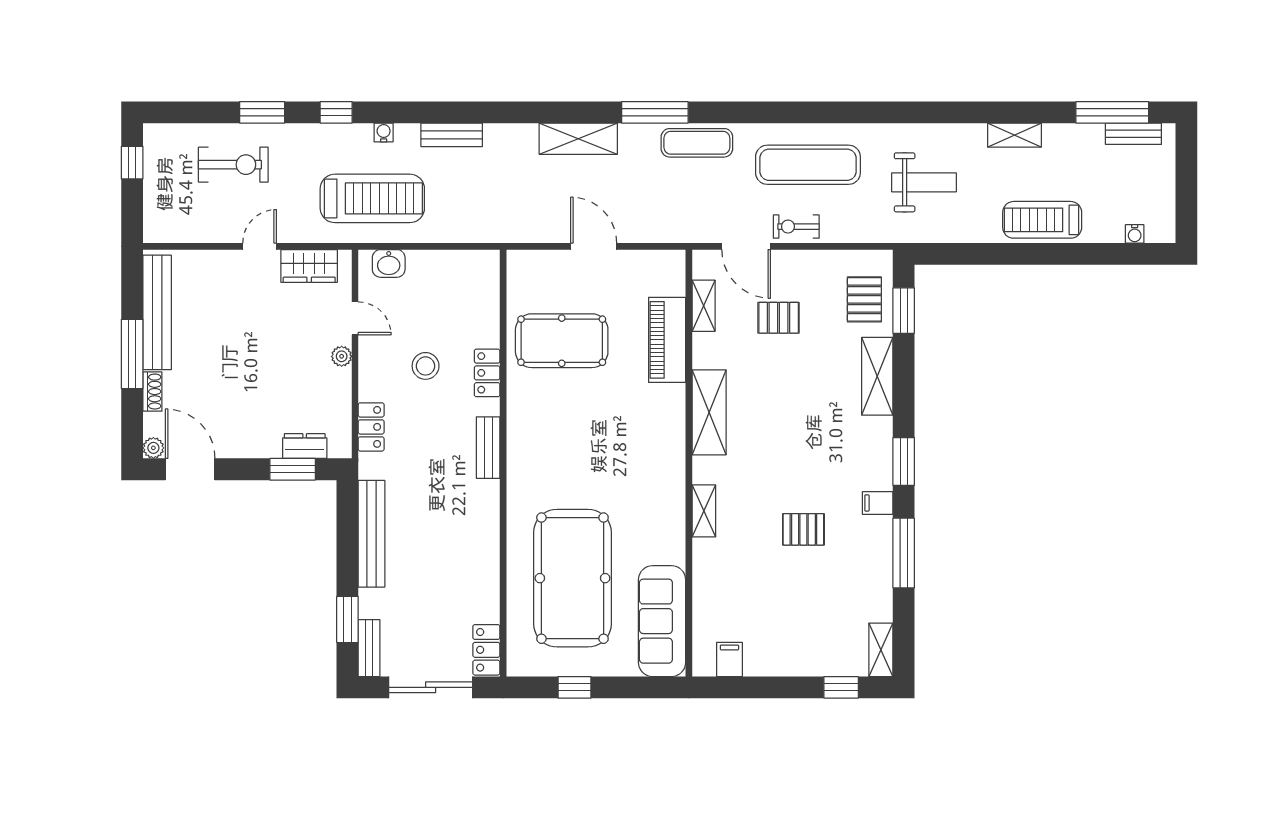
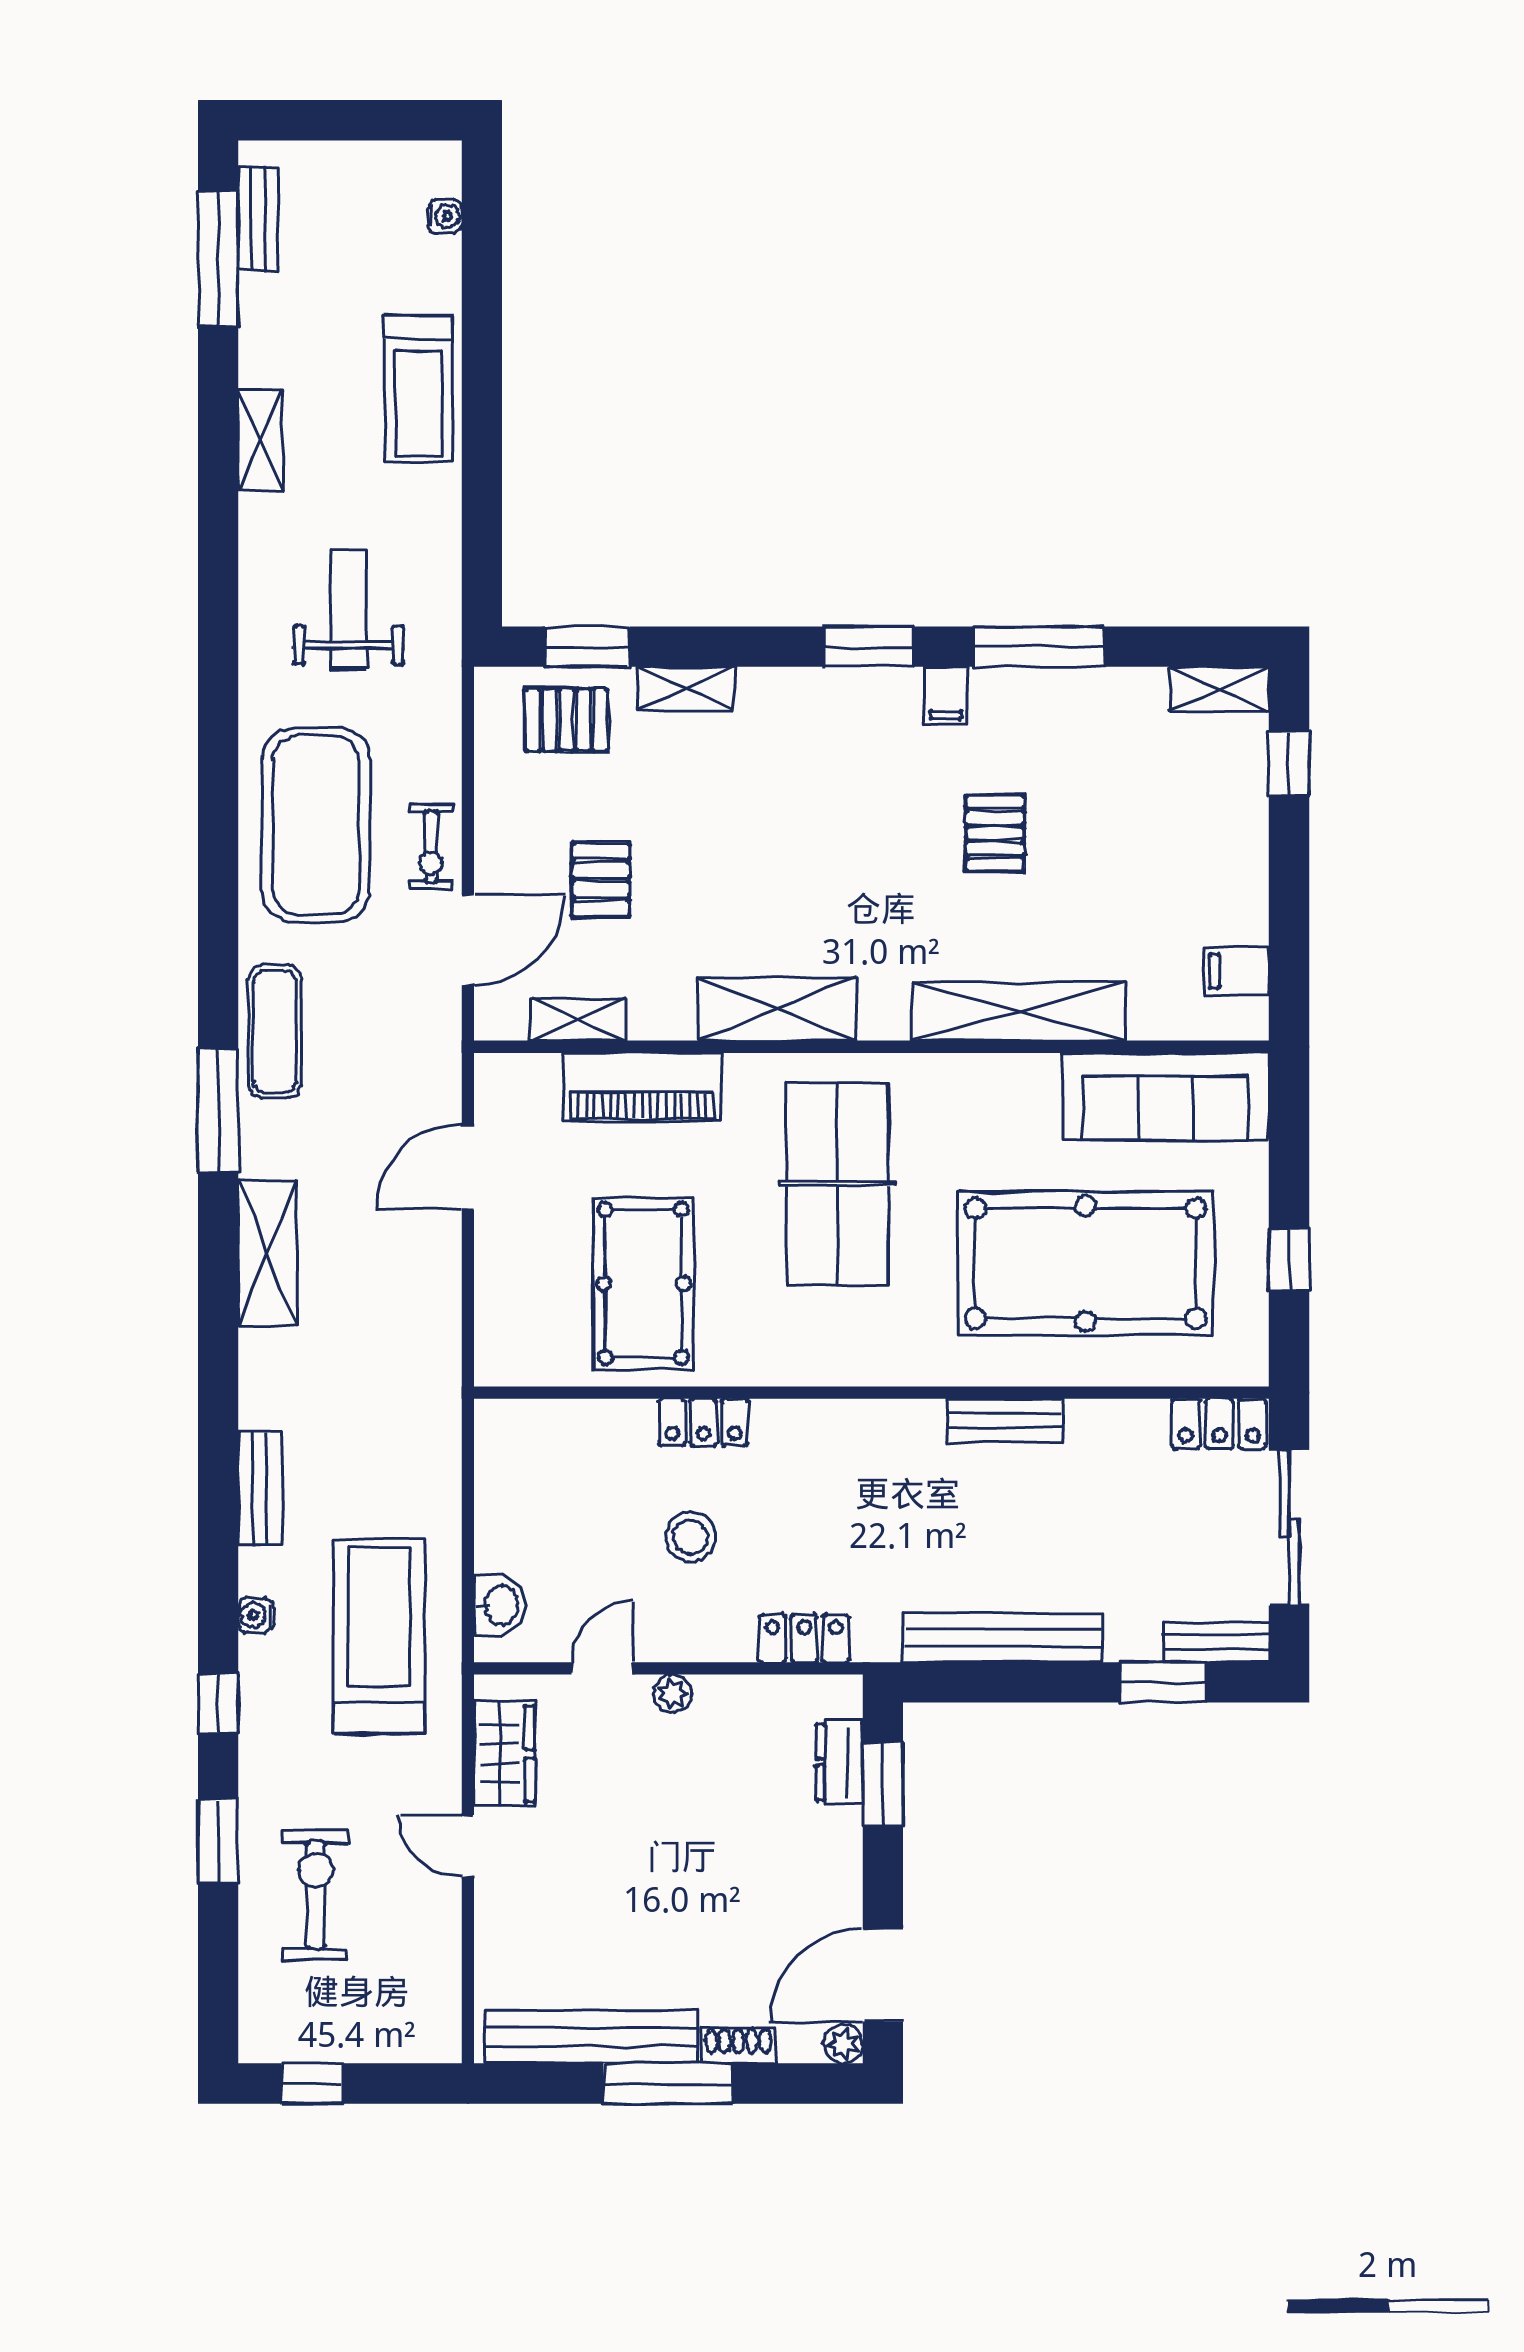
exercise mat: (808, 165) -> (316, 825), width x1.47
door: (594, 246) -> (468, 1167), moved
shelving: (877, 376) -> (685, 688), width x0.67, depth x0.75
table tennis table: (615, 445) -> (837, 1184), added
bench: (488, 448) -> (1005, 1421), moved
shelving: (704, 511) -> (1019, 1012), width x2.20, depth x1.33

